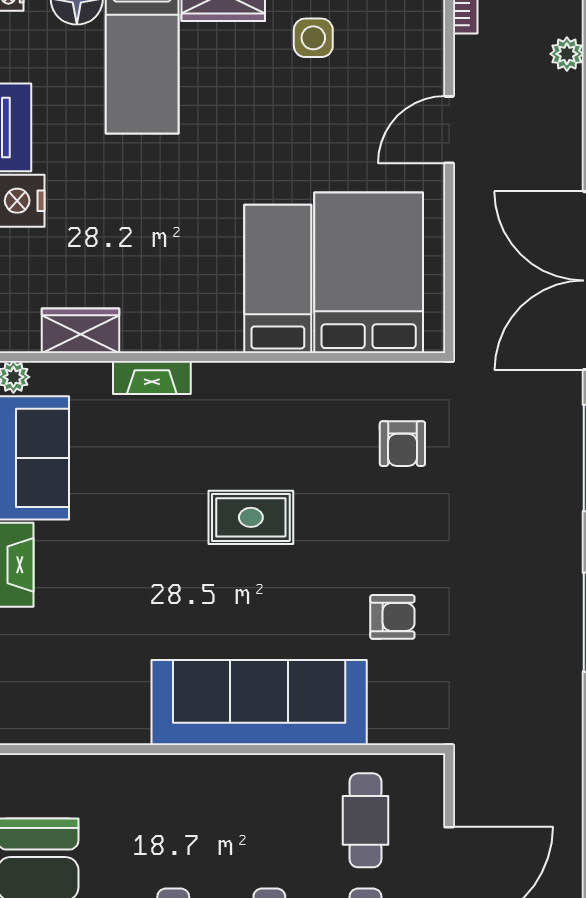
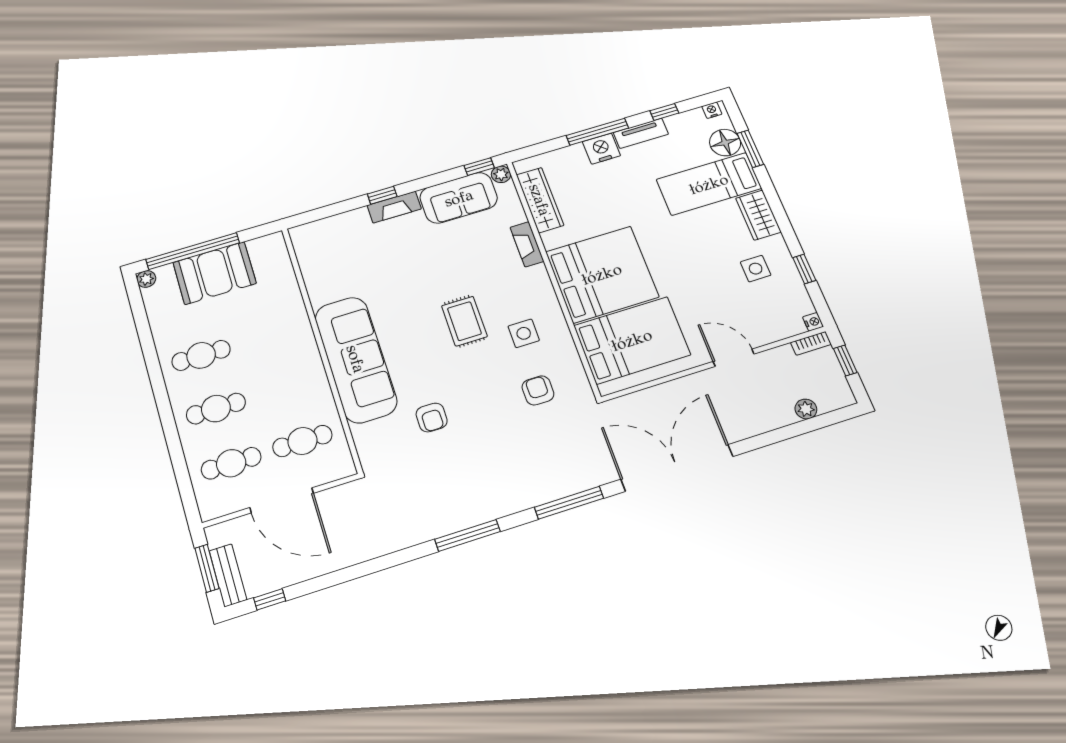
bed: (278, 279) -> (602, 274), width x2.04
wardrobe: (81, 331) -> (540, 200), width x1.50
side table: (302, 434) -> (524, 333), added
armchair: (402, 444) -> (538, 390), turned 90

